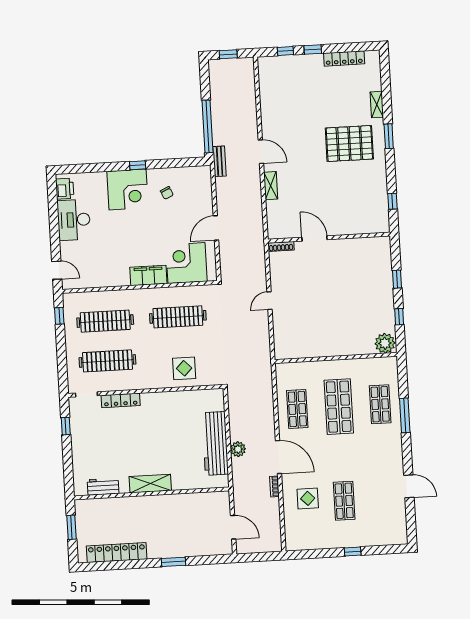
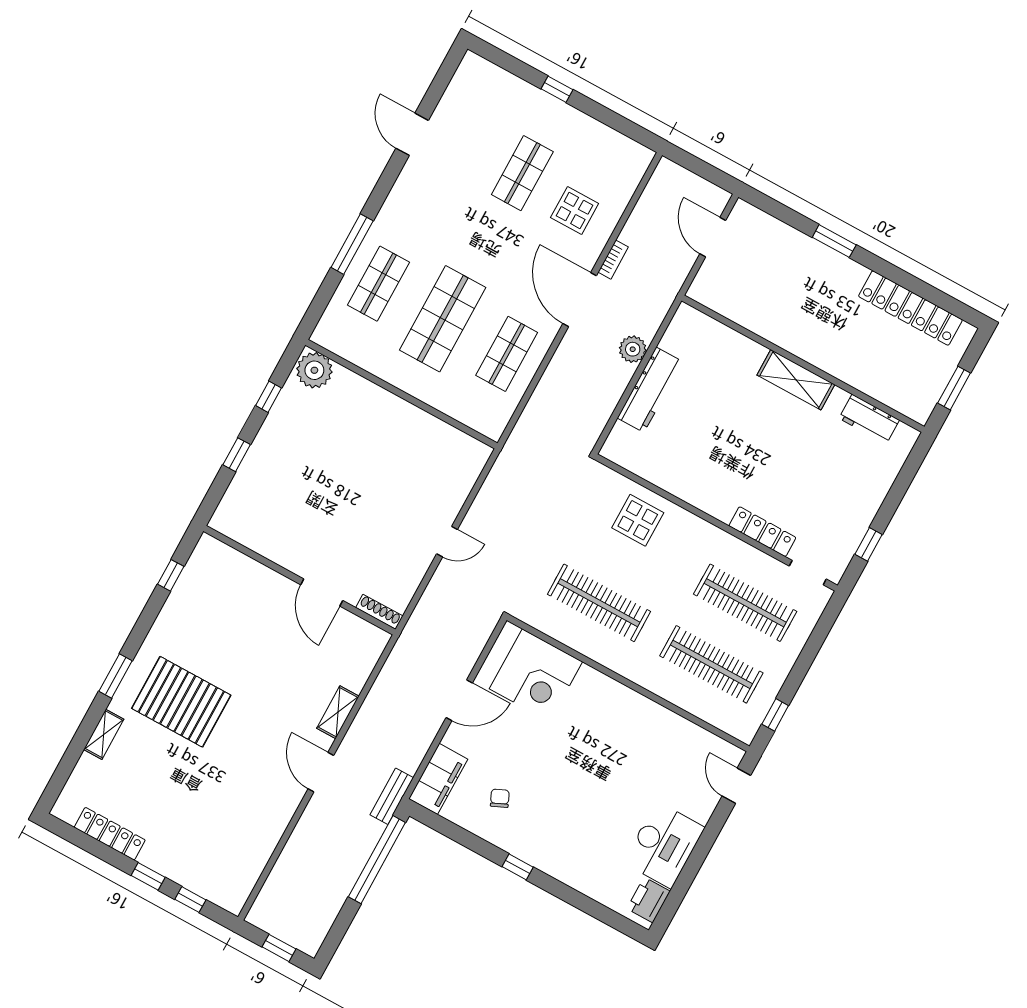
corner desk: (128, 189) -> (555, 840), removed
filing cabinet: (148, 275) -> (438, 779), moved, turned -90
workbench: (215, 443) -> (650, 390), width x0.73, depth x0.76

